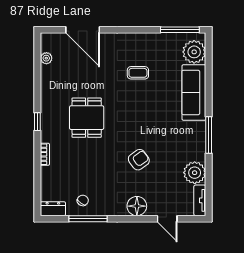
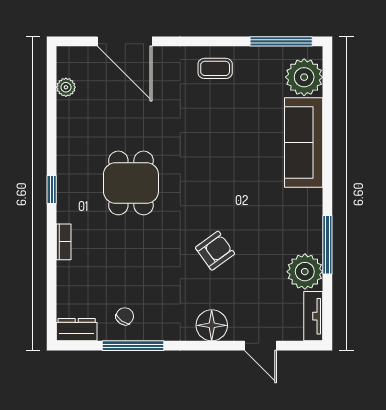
coffee table: (138, 73) -> (215, 68), moved
window: (209, 135) -> (327, 245), moved

